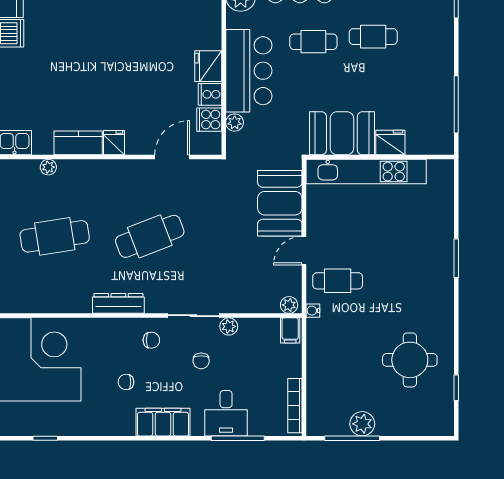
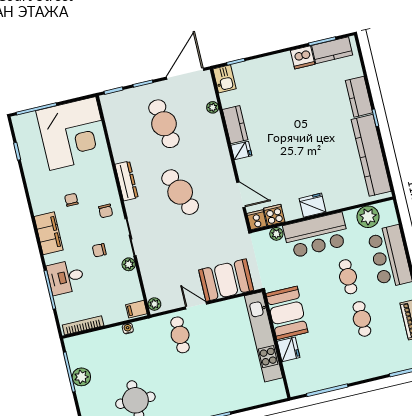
cooker: (210, 94) -> (257, 220), moved
water cooler: (313, 311) -> (128, 328), moved

